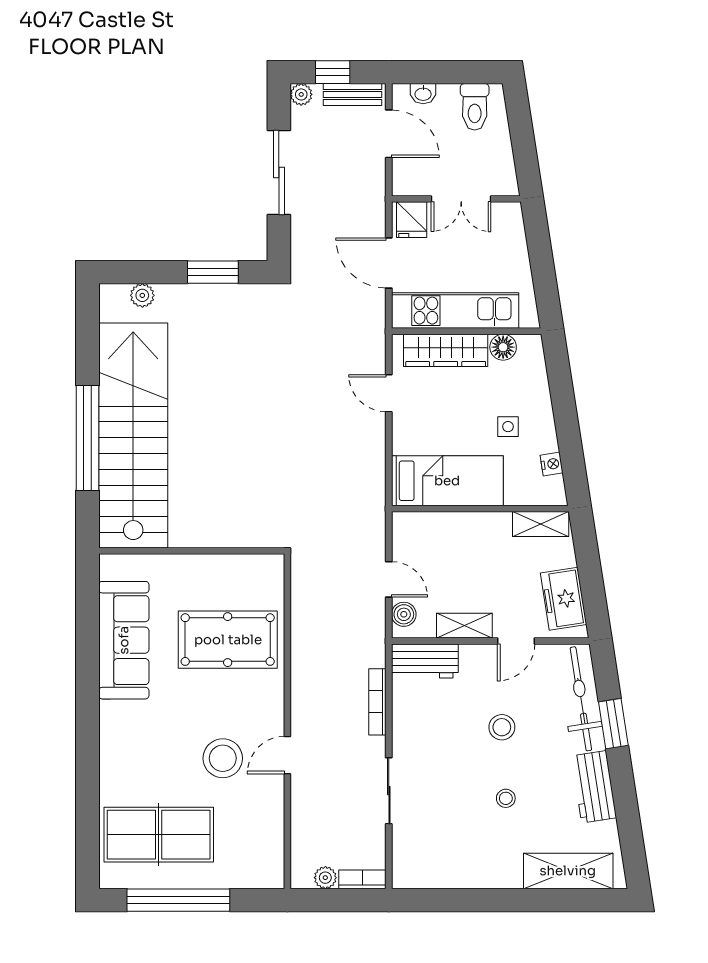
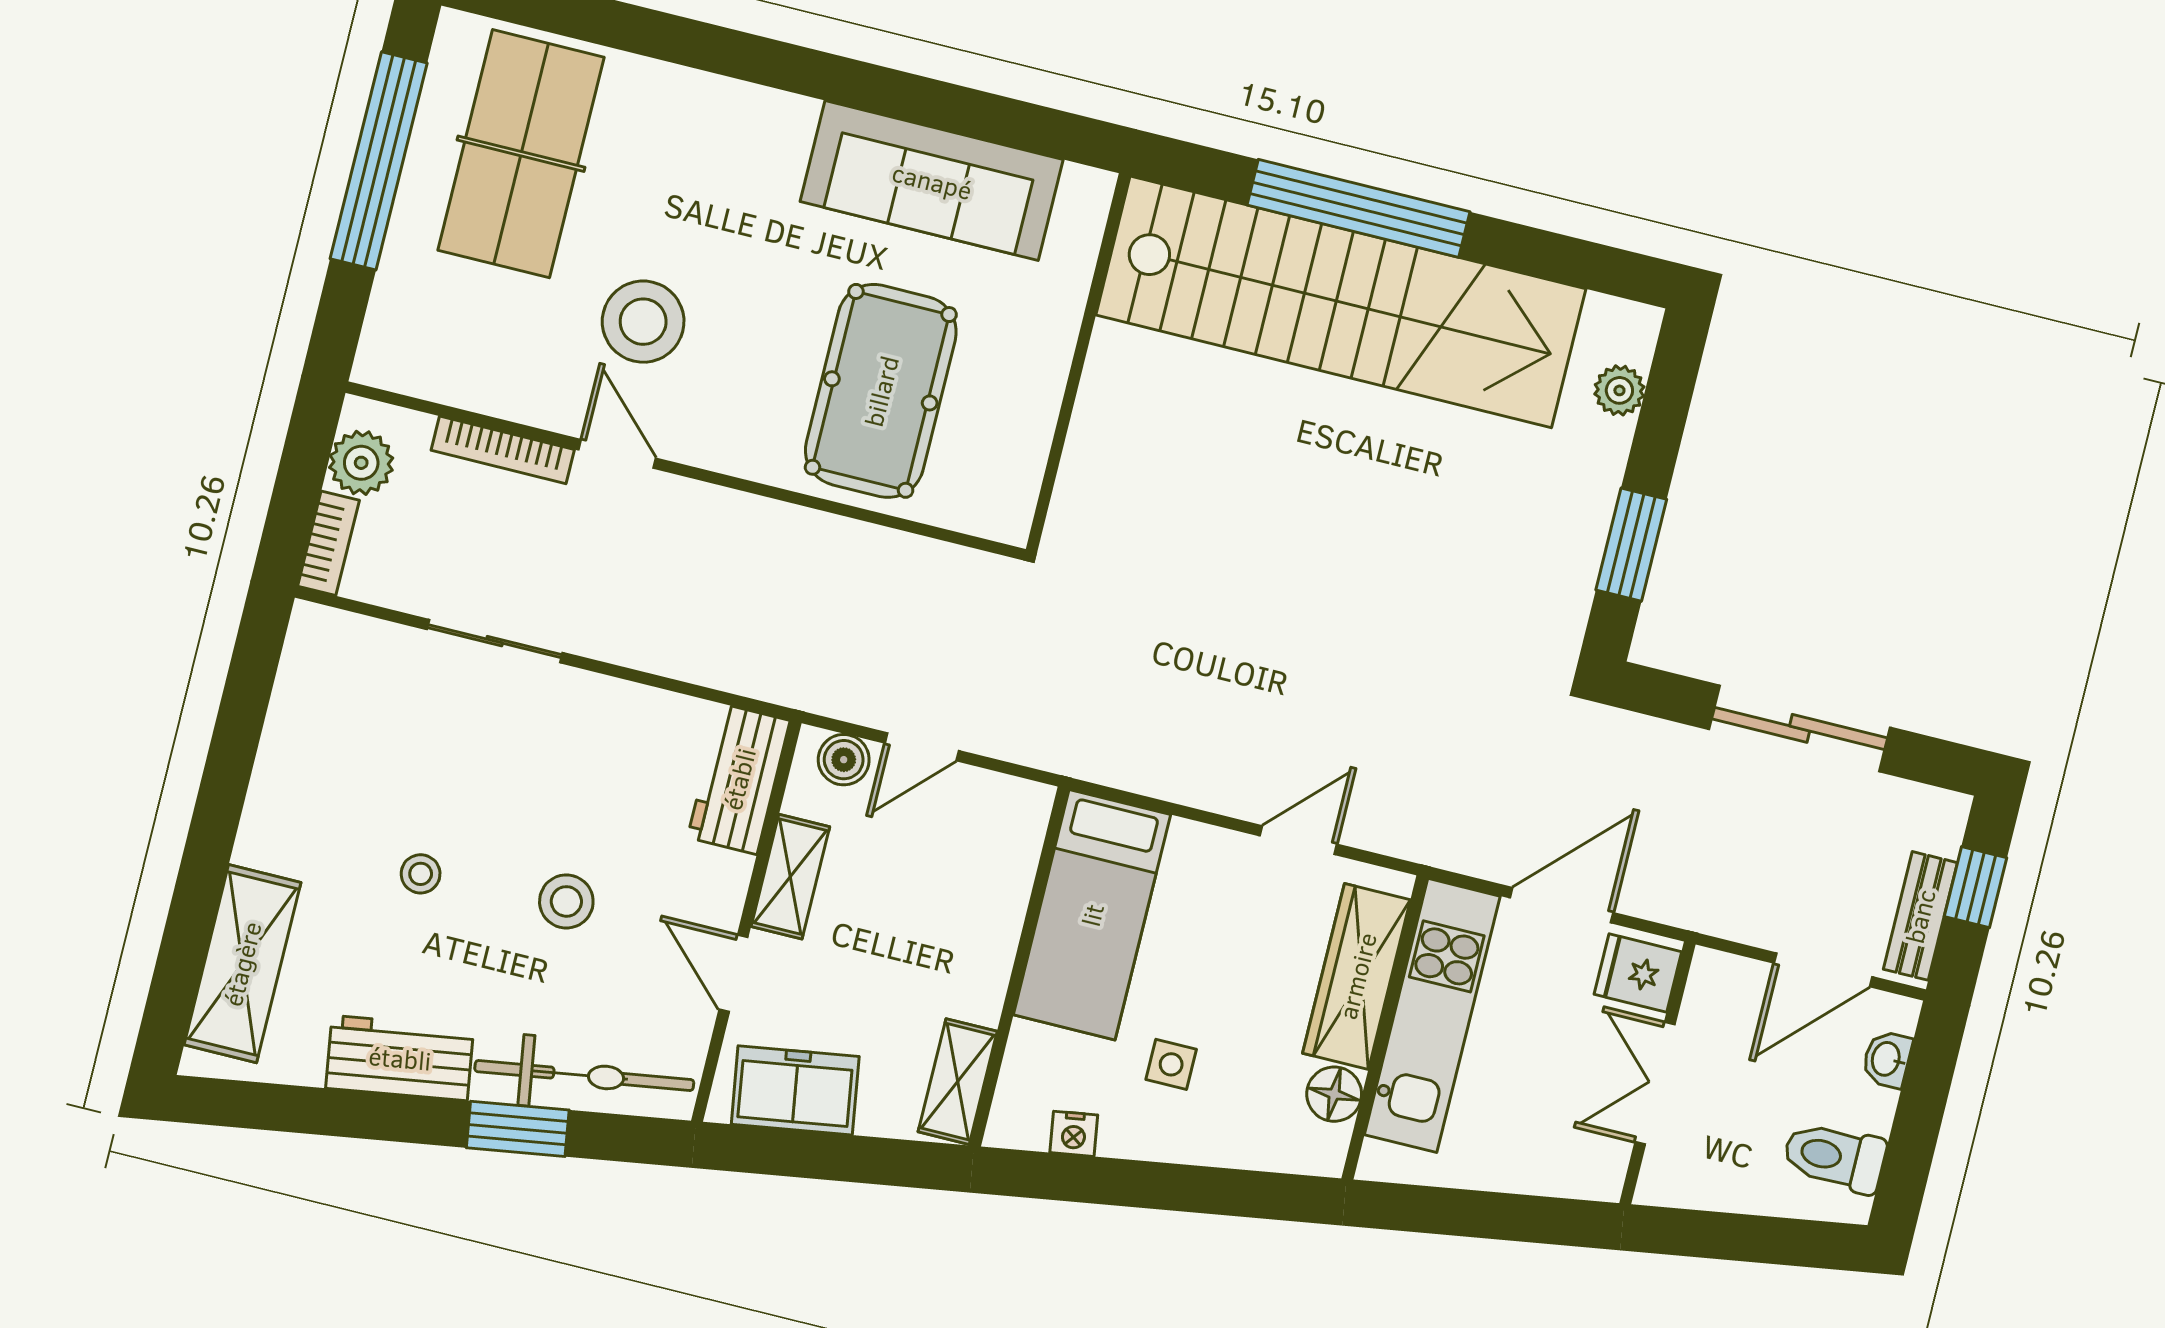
plant: (301, 94) -> (1946, 812), removed
bookcase: (377, 702) -> (503, 450), moved, turned 180
plant: (325, 878) -> (361, 463), width x1.38, depth x1.38

